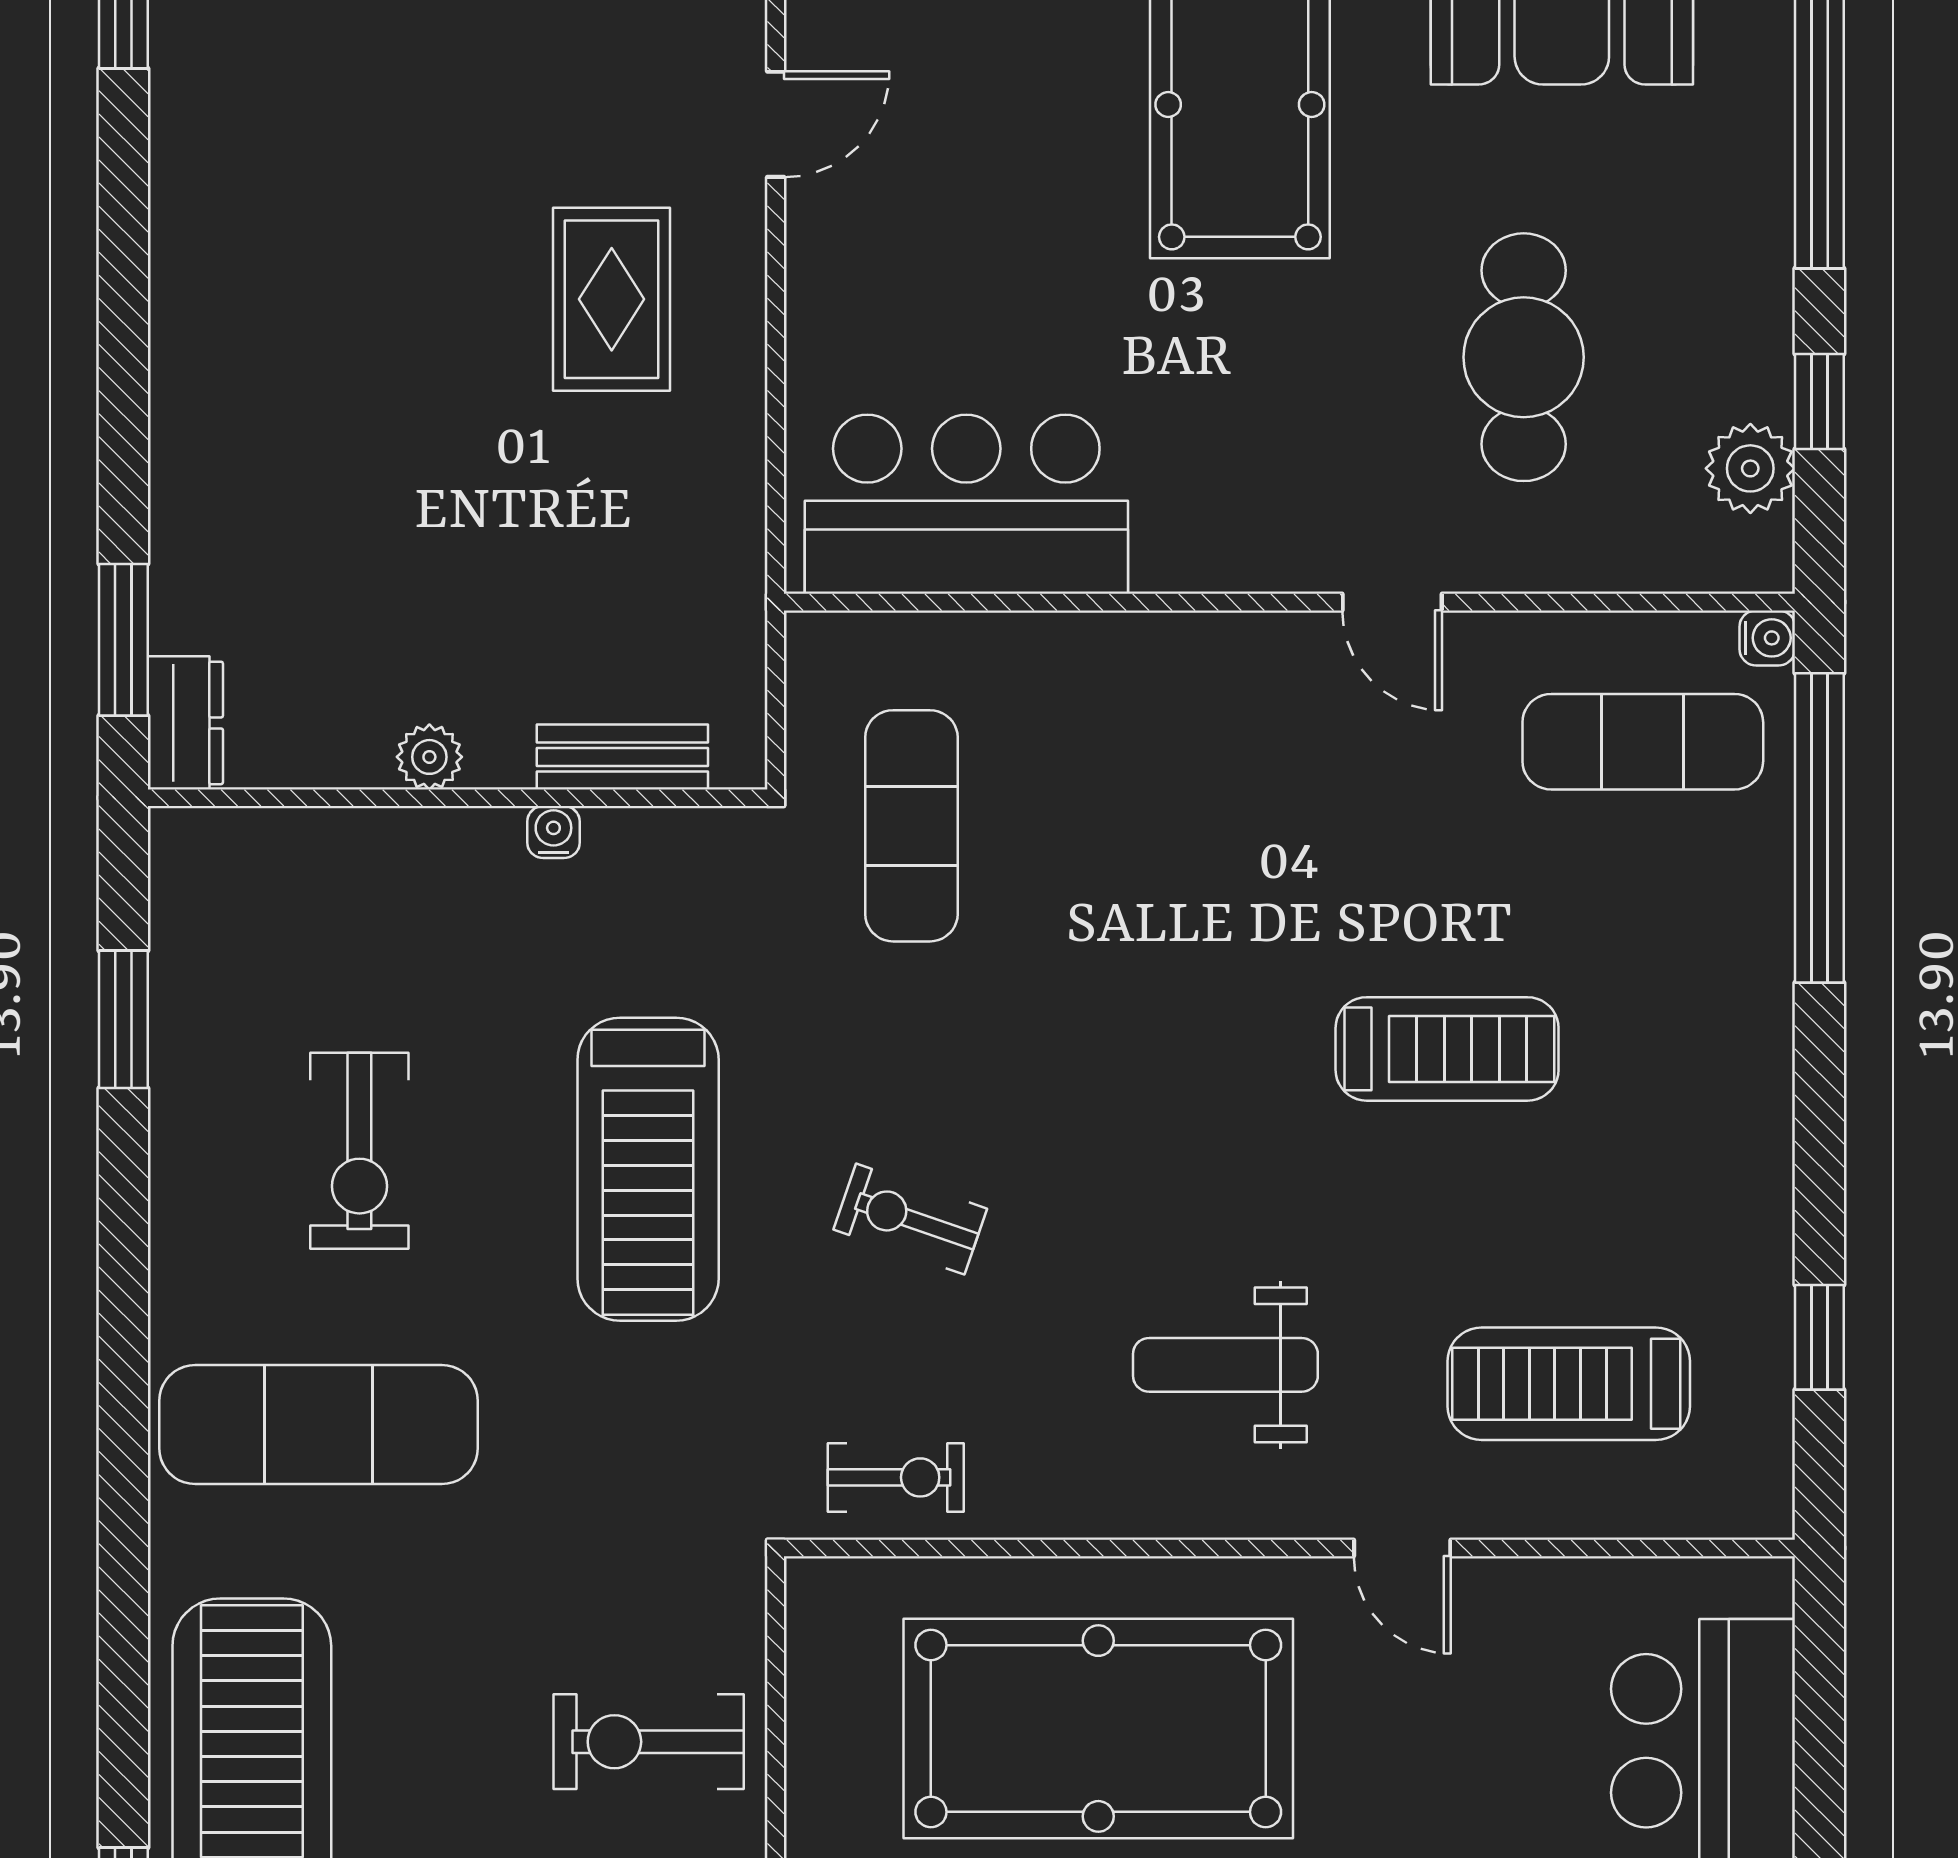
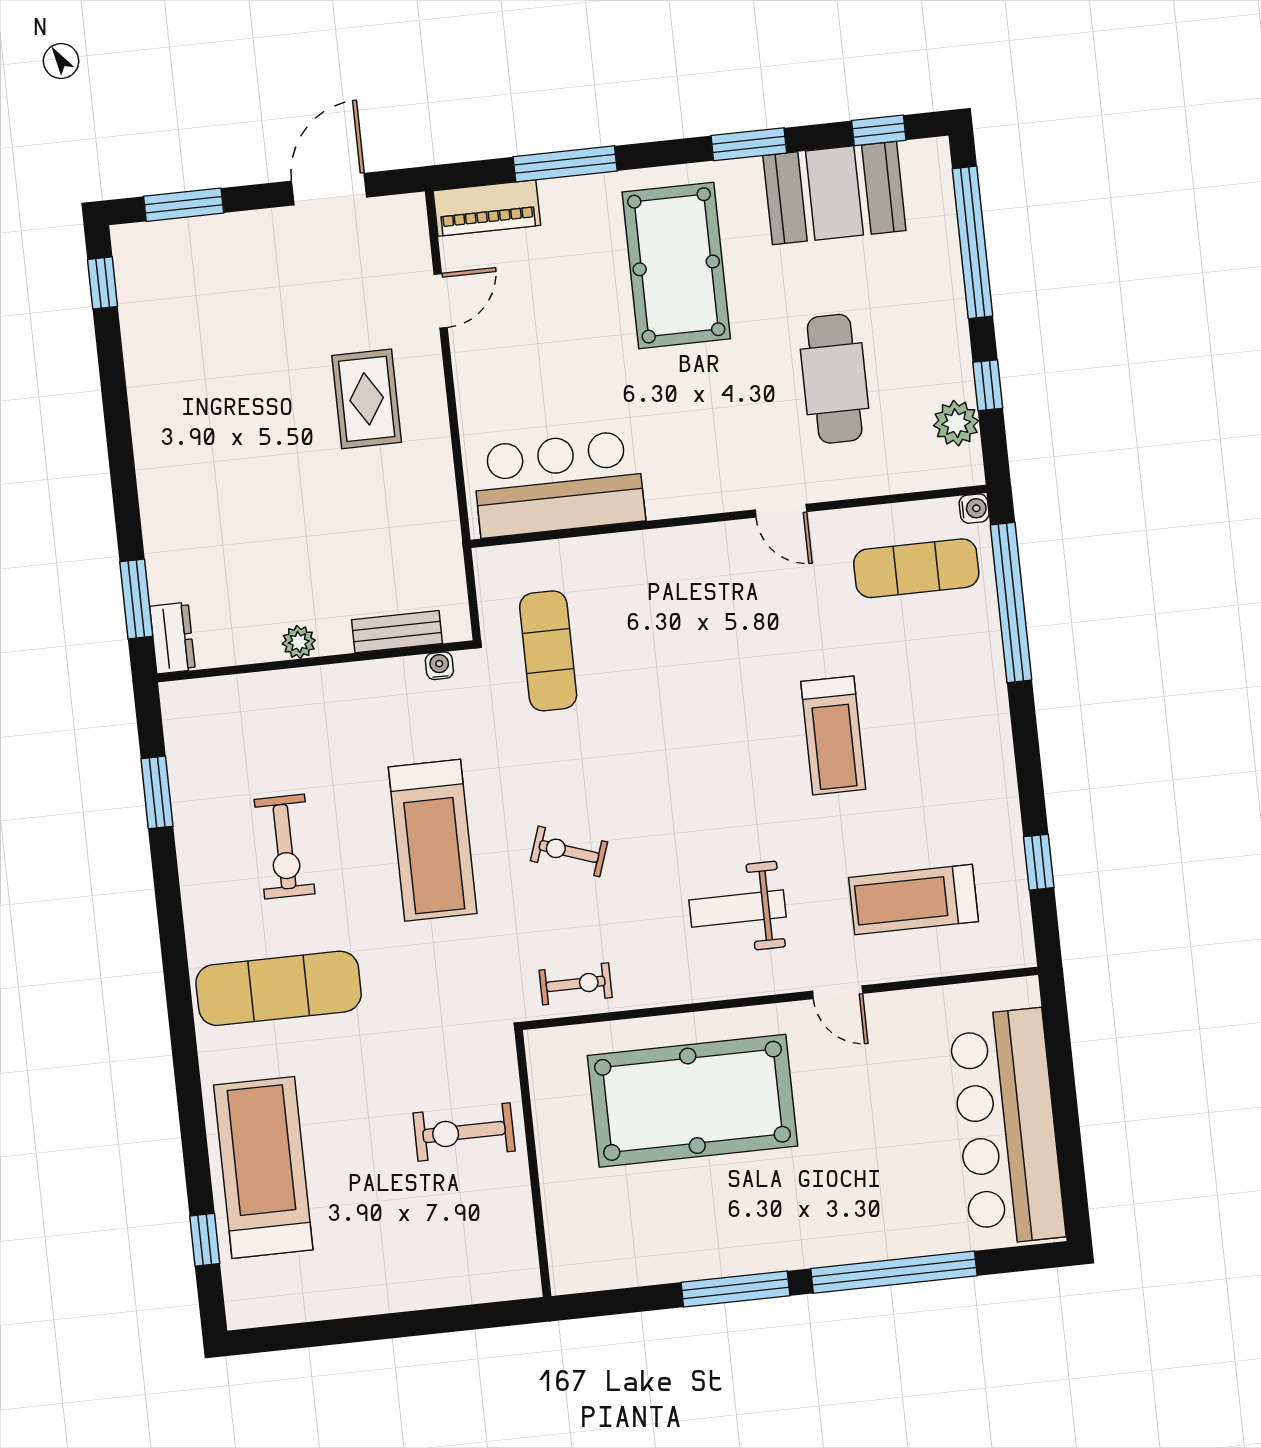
water cooler: (553, 832) -> (439, 666), moved
treadmill: (1447, 1049) -> (833, 735), turned 90

